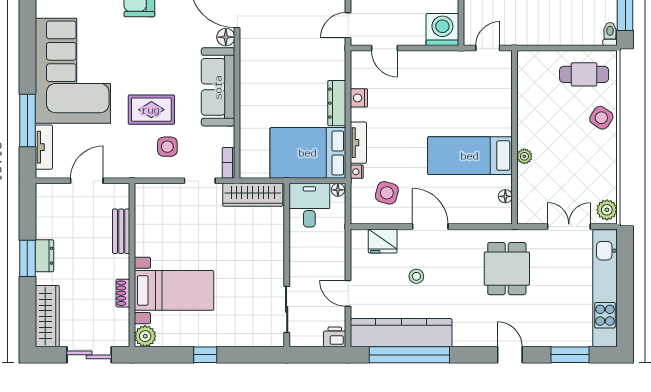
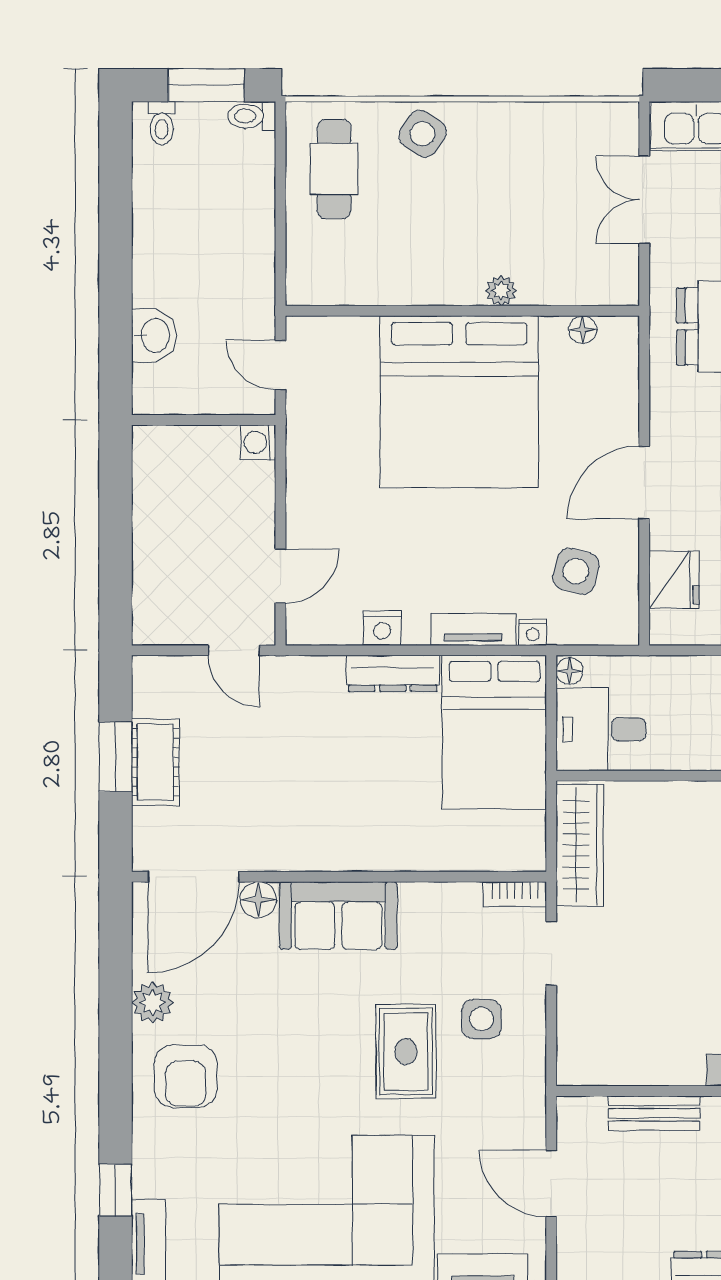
washing machine: (442, 29) -> (258, 442), width x0.53, depth x0.53
sofa: (218, 87) -> (338, 916), width x0.73
bed: (470, 156) -> (459, 402), width x2.04
plant: (607, 210) -> (610, 122), removed

